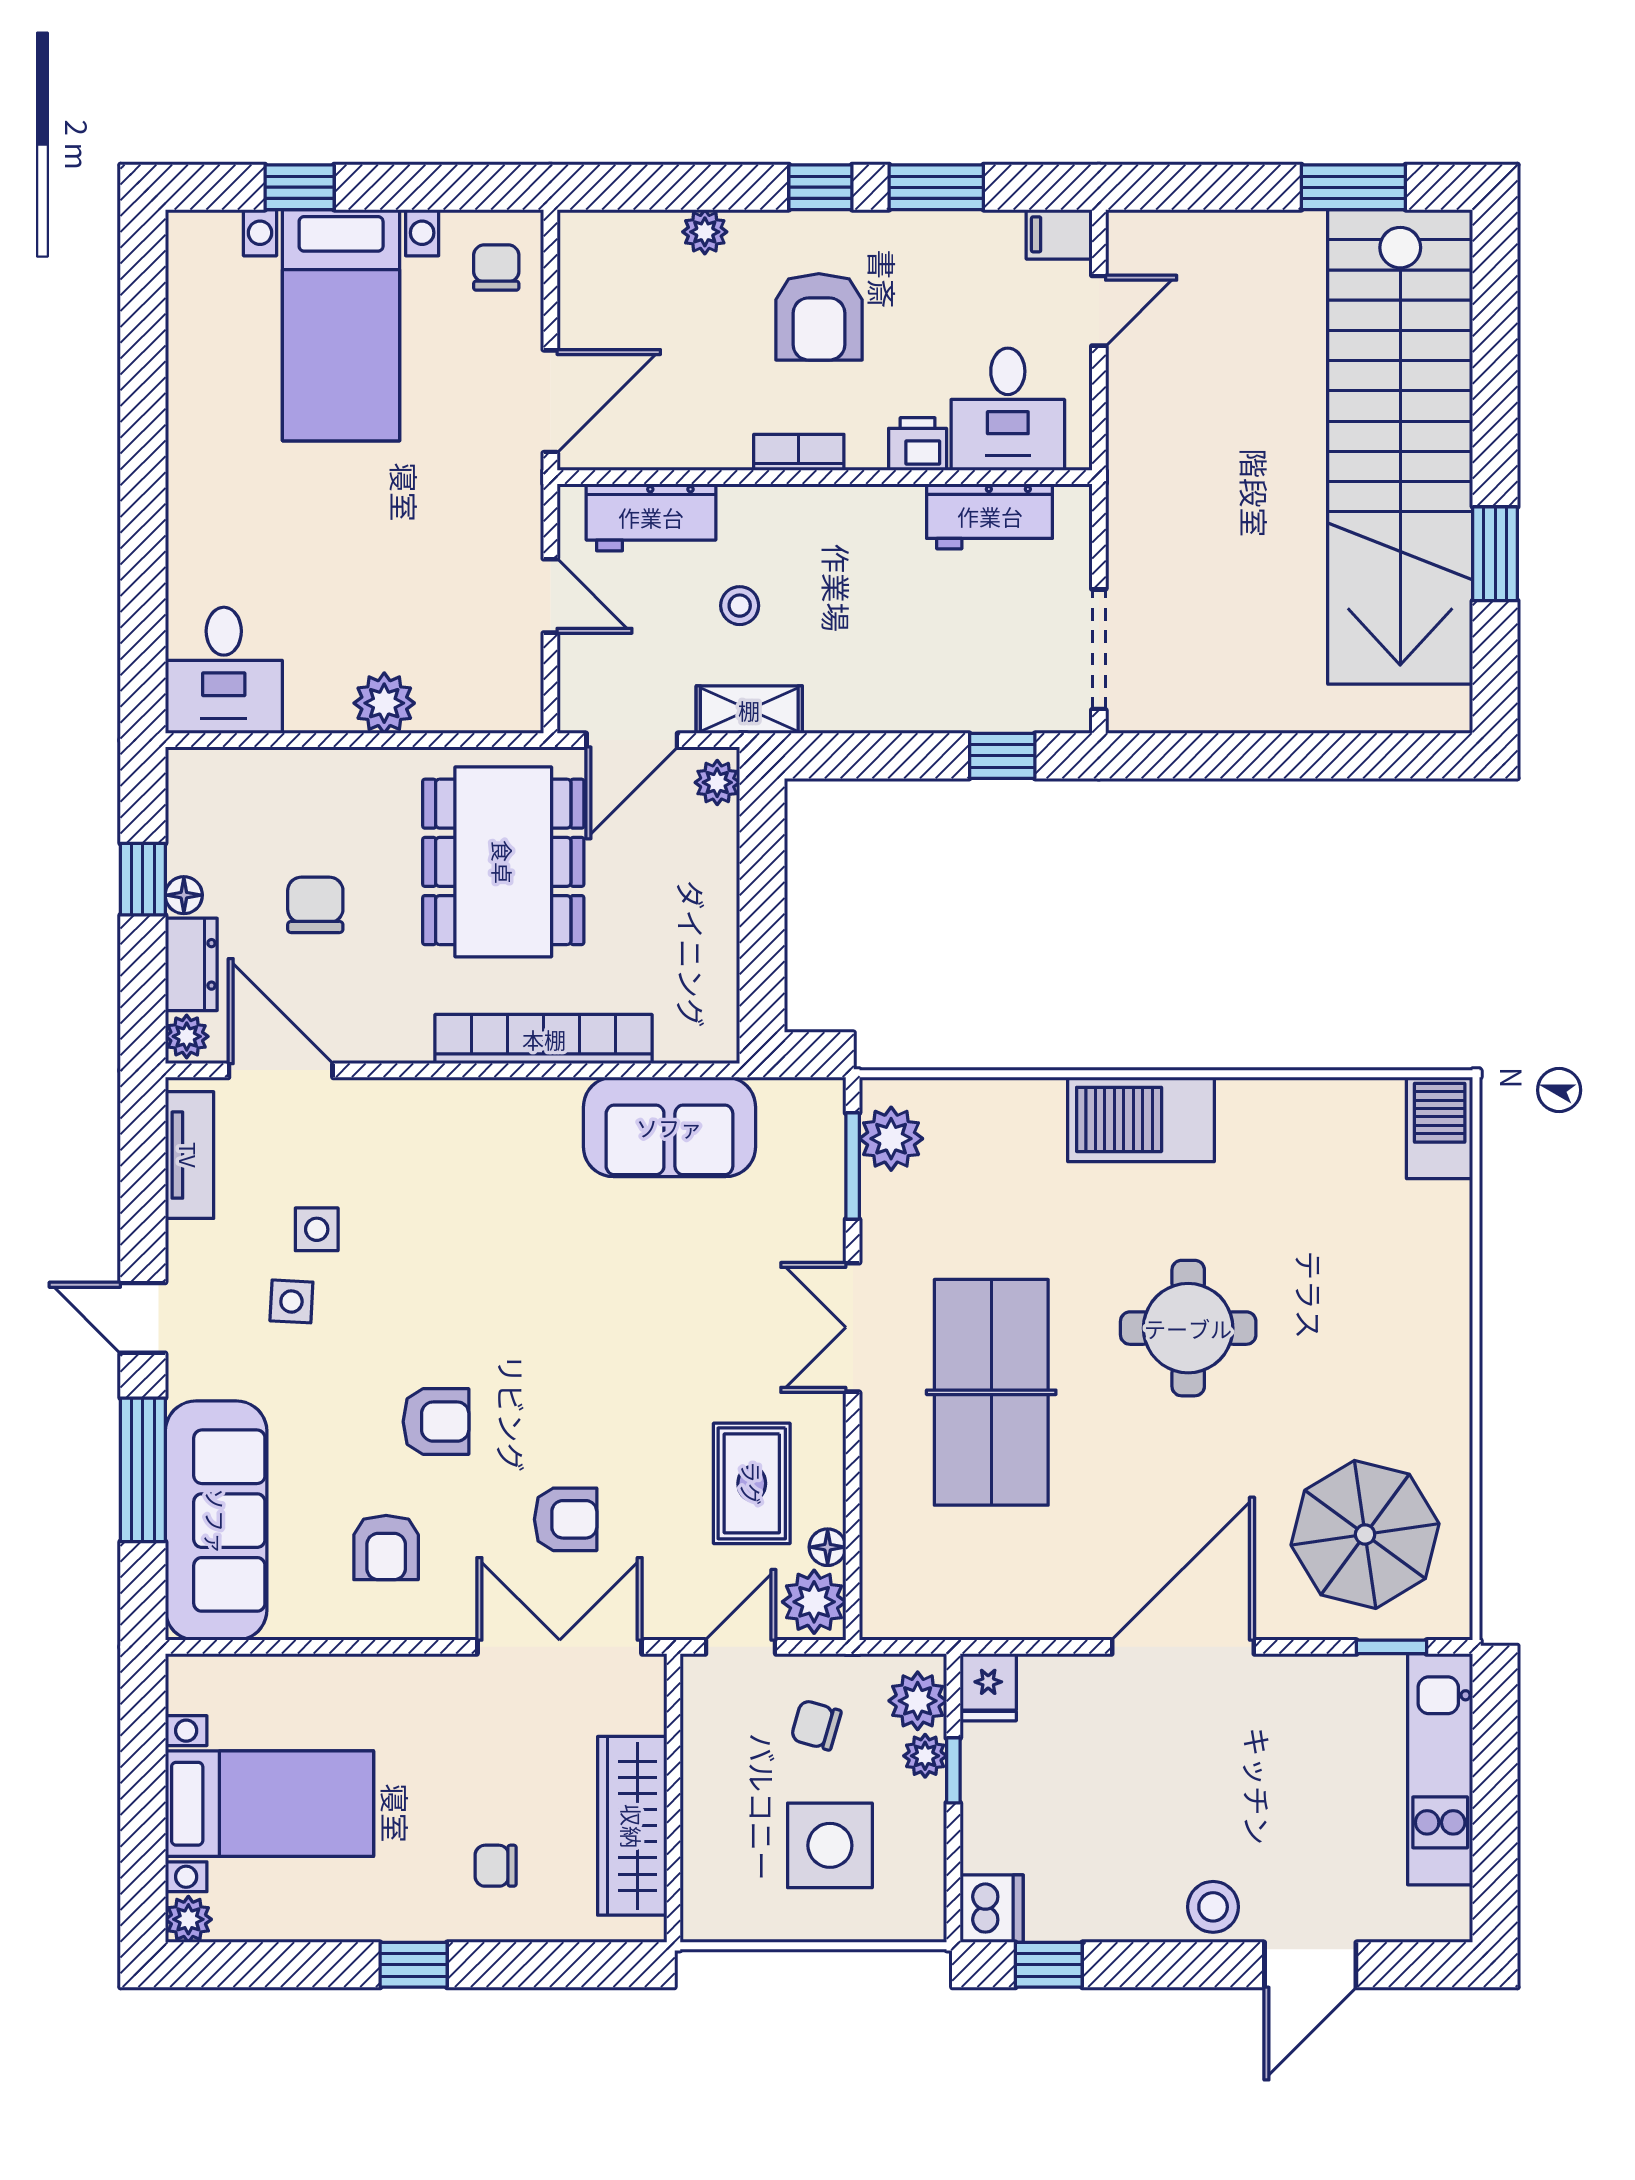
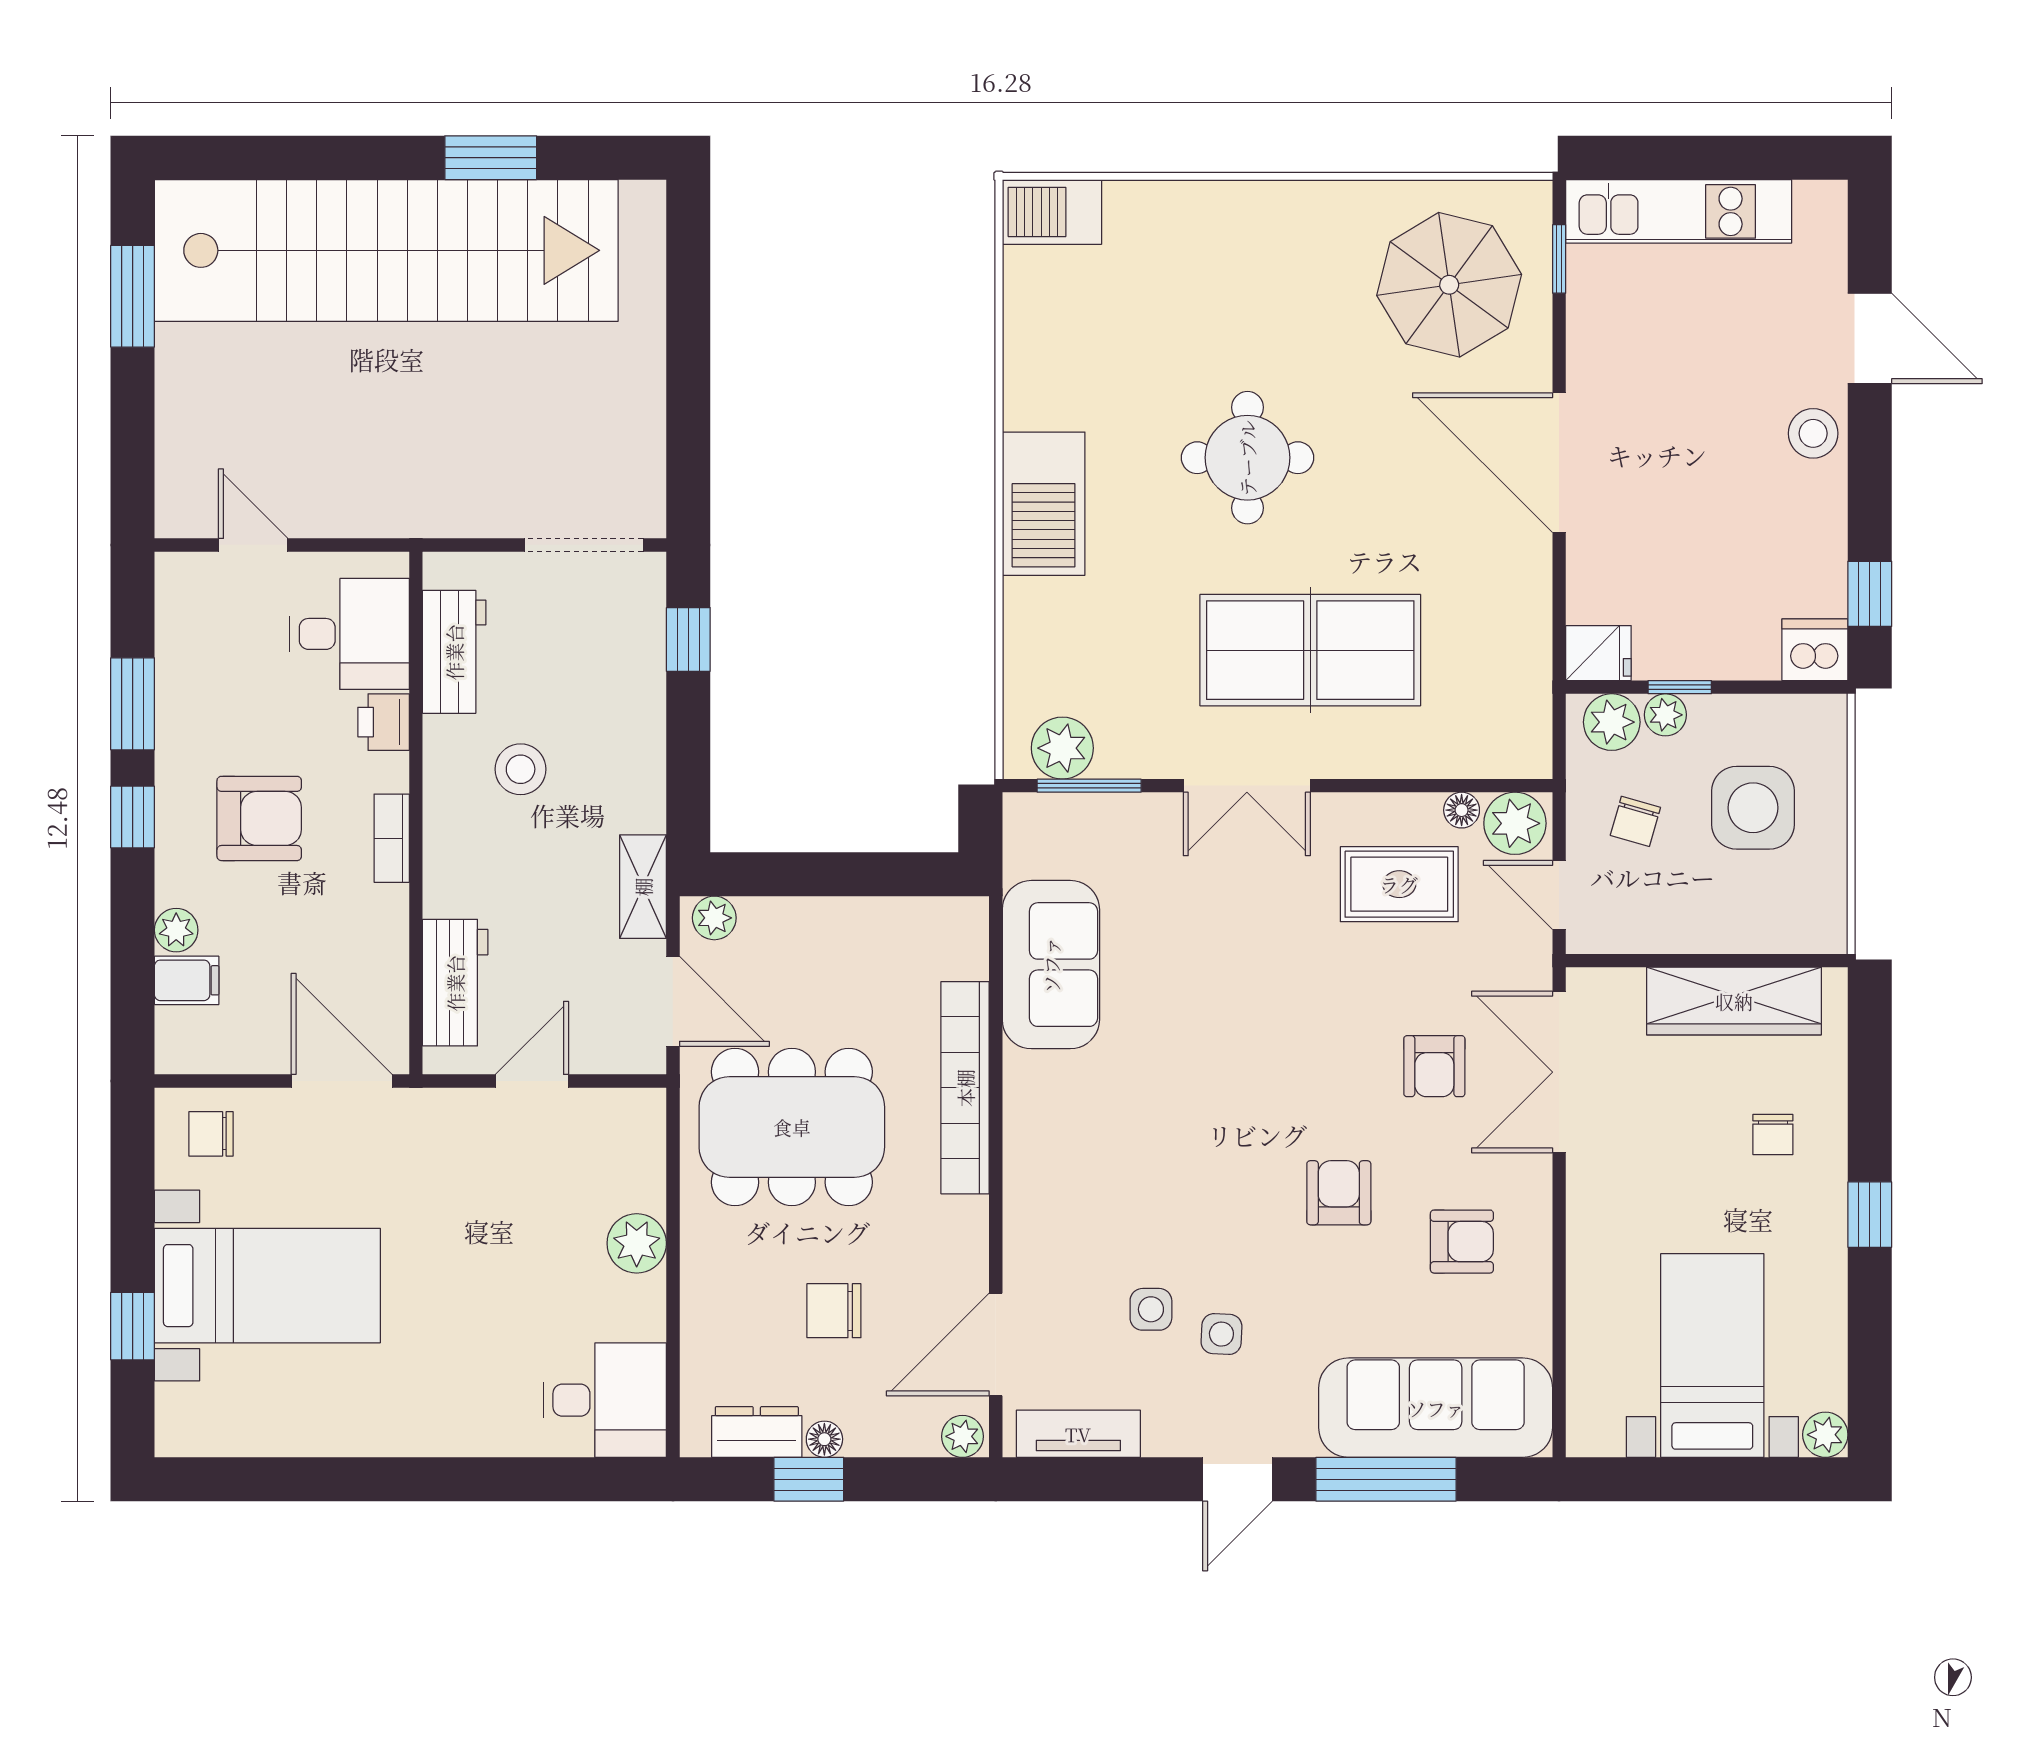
filing cabinet: (1059, 234) -> (187, 980), moved, turned -90
stool: (740, 606) -> (521, 769), moved, width x1.37, depth x1.37
dresser: (191, 964) -> (757, 1432), moved
armchair: (566, 1519) -> (1434, 1066), turned 180

